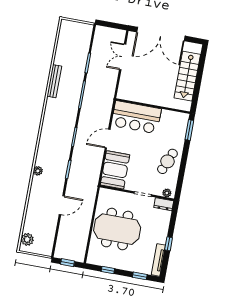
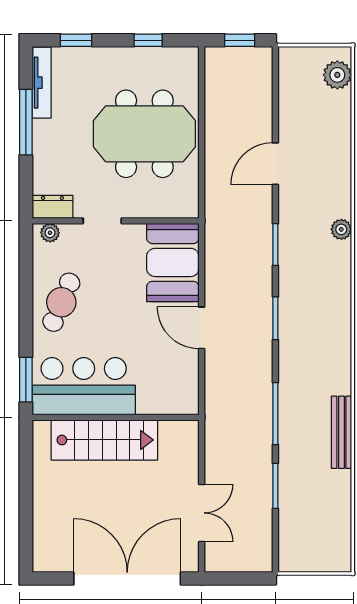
stairs: (187, 76) -> (104, 440), moved, turned 90
bar counter: (136, 117) -> (84, 386), moved
door: (108, 139) -> (202, 328), swing flipped
window: (169, 244) -> (26, 122), width x2.17

